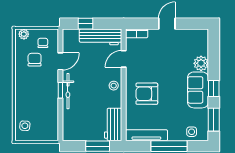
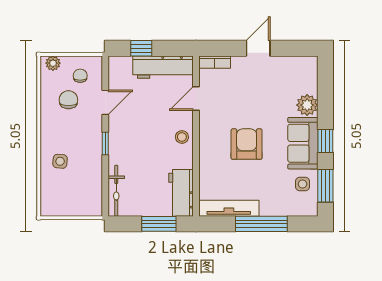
bicycle: (68, 91) -> (116, 191), moved
armchair: (147, 94) -> (247, 144), moved, turned 90
side table: (25, 126) -> (60, 161), moved
side table: (192, 132) -> (302, 184), moved

